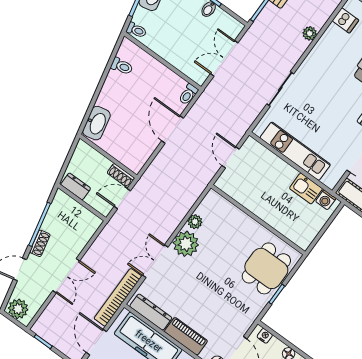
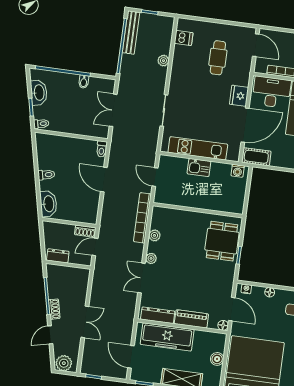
toilet: (122, 66) -> (46, 175), moved
kitchen sink: (306, 188) -> (199, 168), moved
plant: (186, 244) -> (151, 258), width x0.53, depth x0.53
bookcase: (118, 297) -> (142, 218), moved

